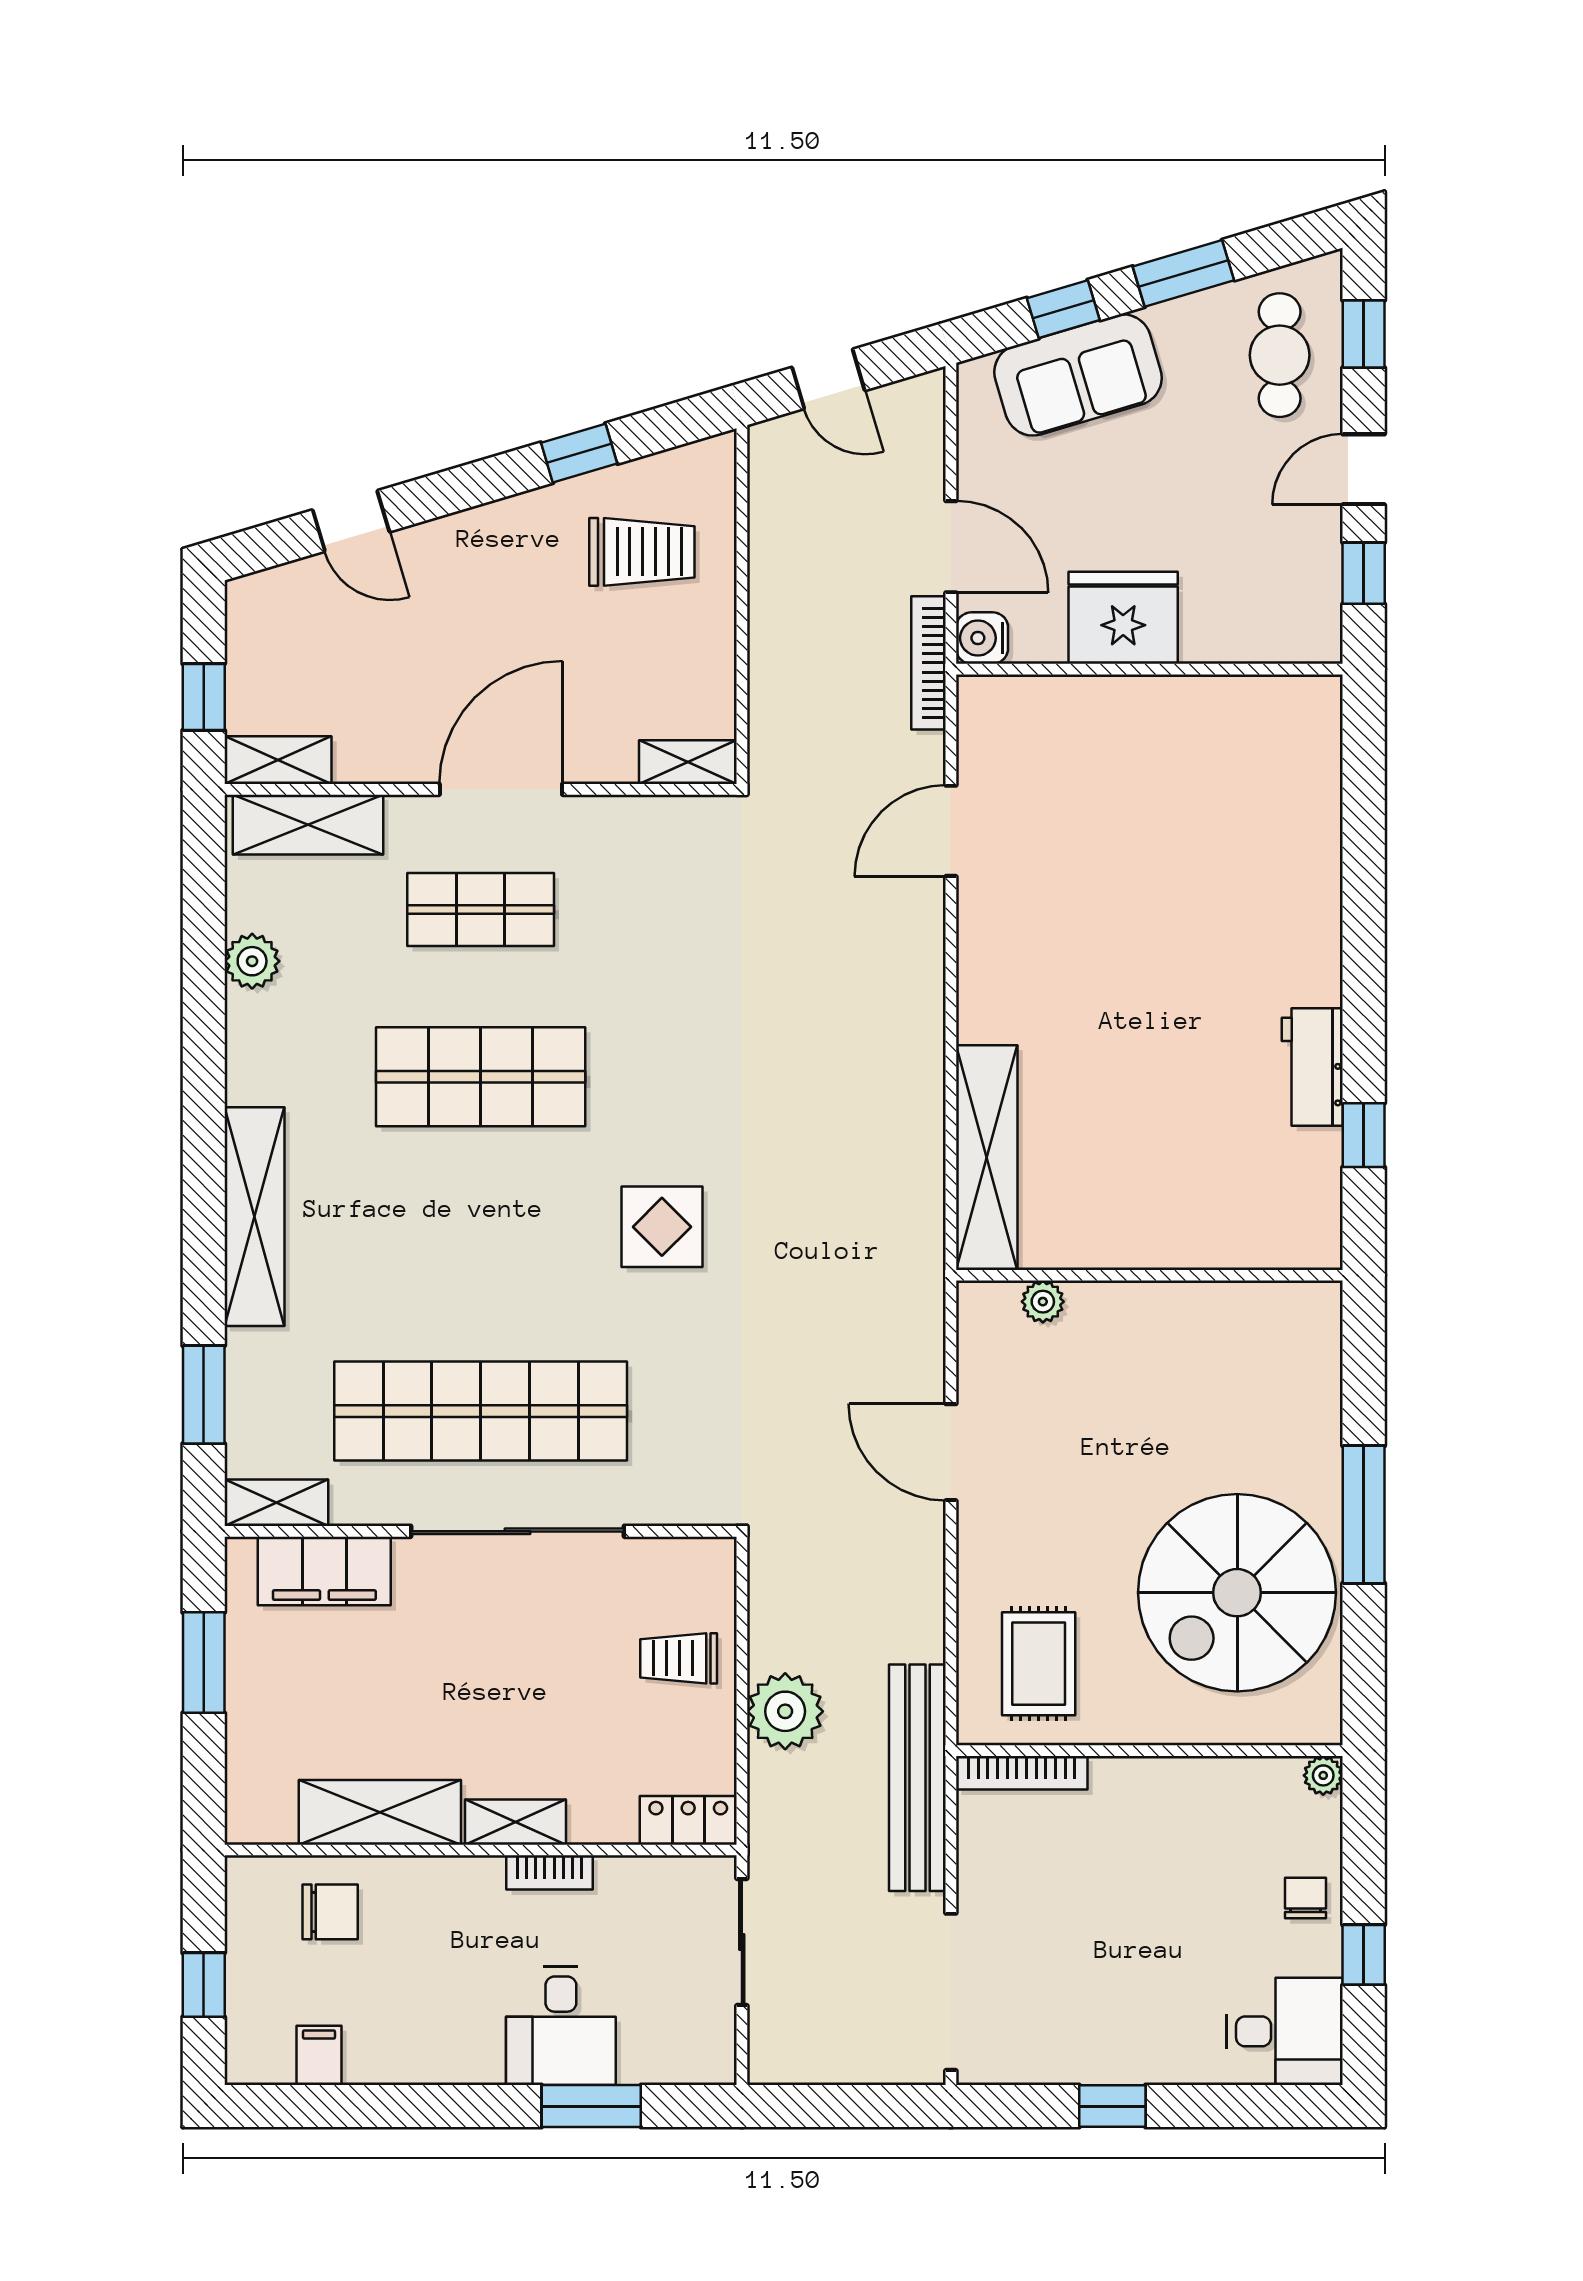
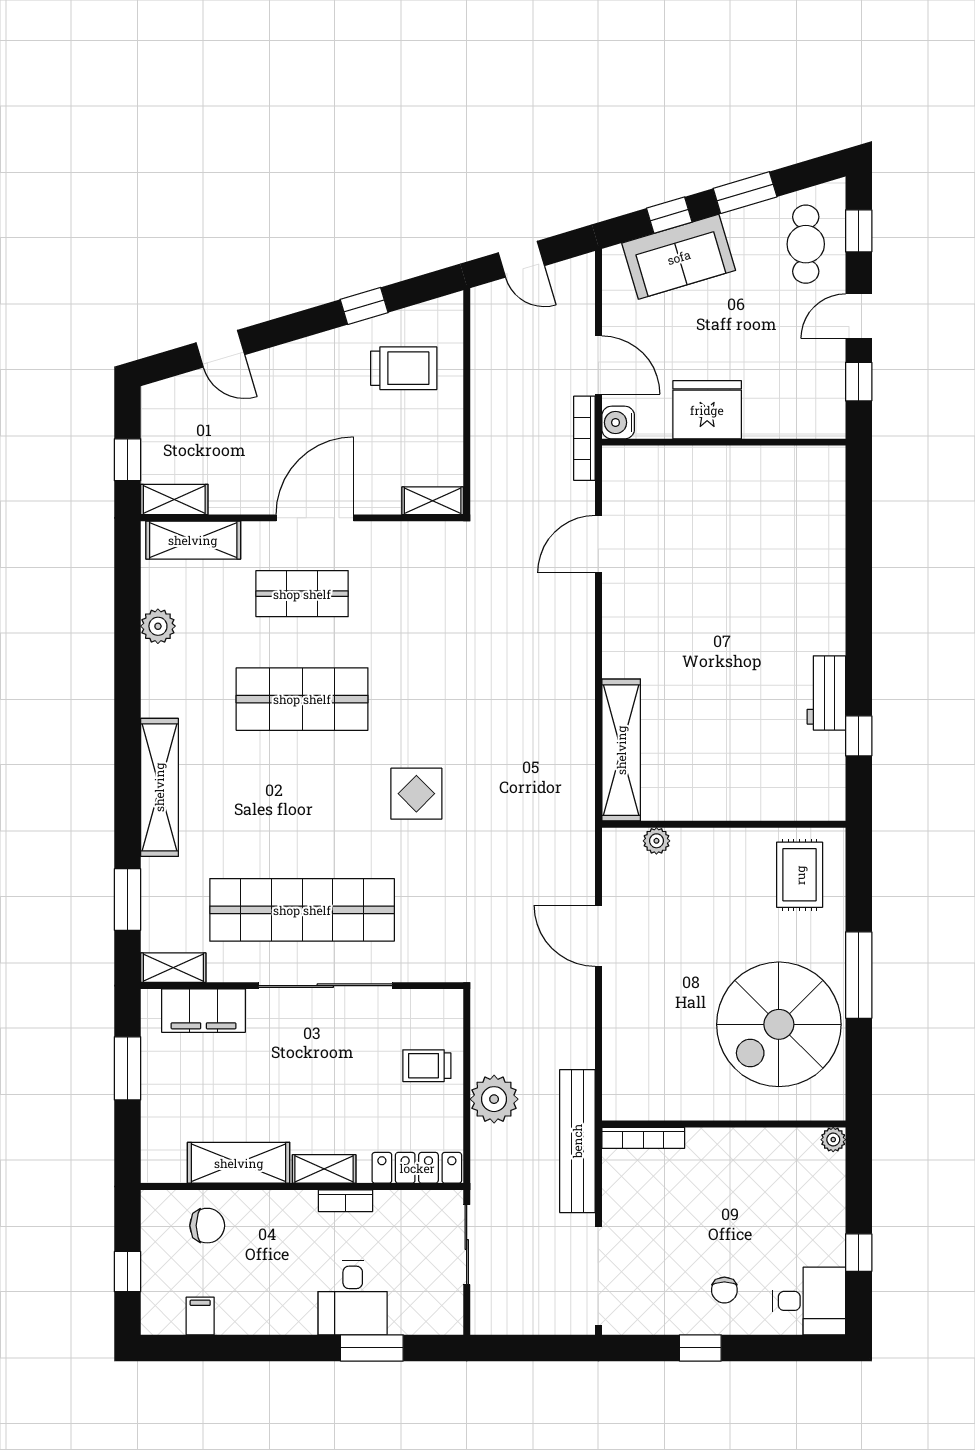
rug: (1039, 1664) -> (800, 875), moved
locker: (688, 1820) -> (417, 1168), width x1.53
chair: (1306, 1898) -> (724, 1290), moved, turned 180

